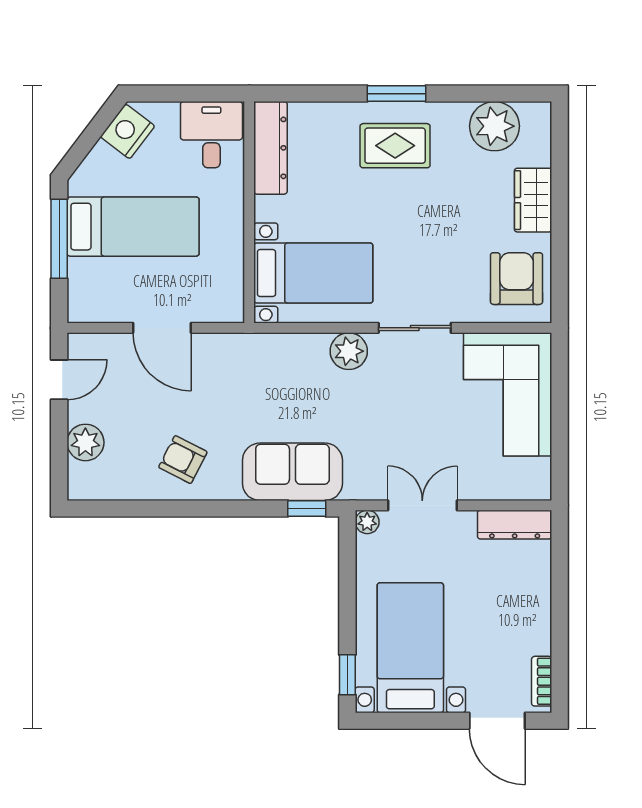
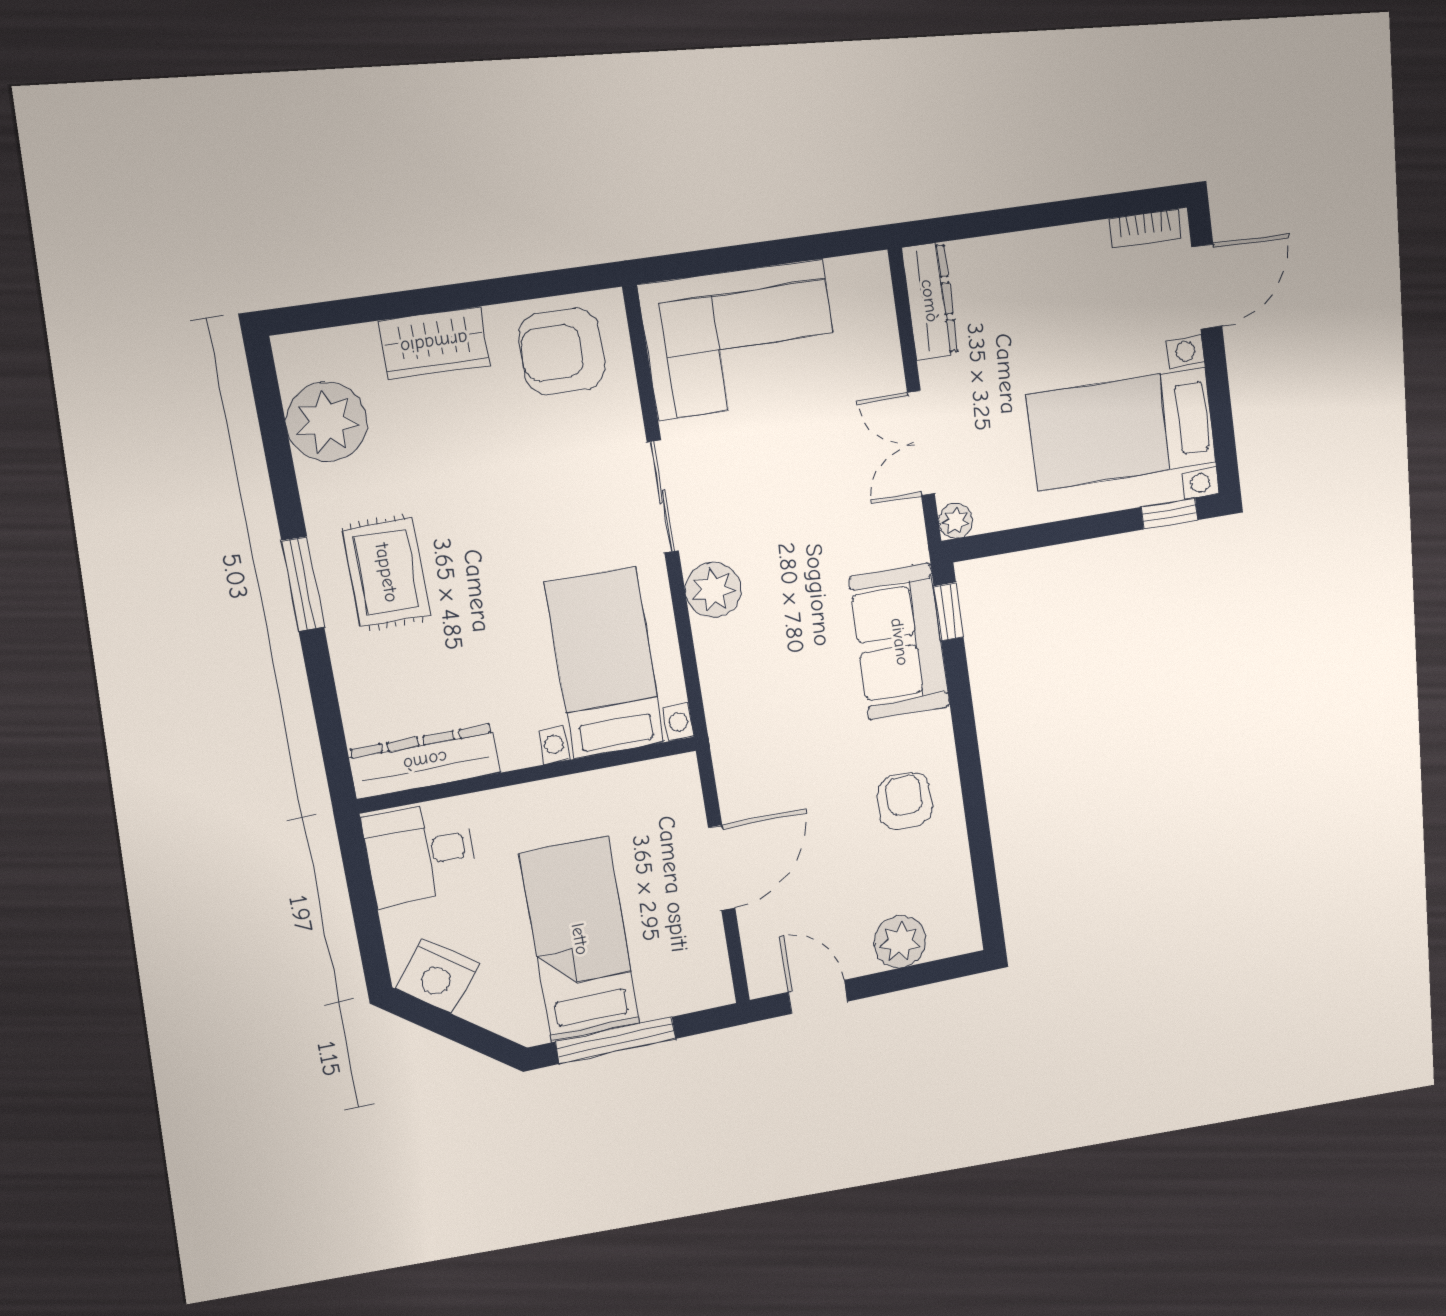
armchair: (183, 460) -> (905, 801), turned 153

